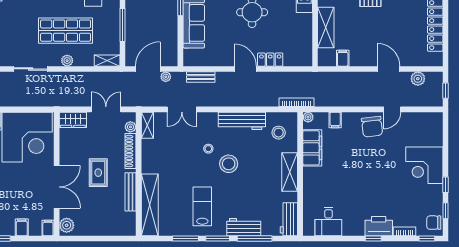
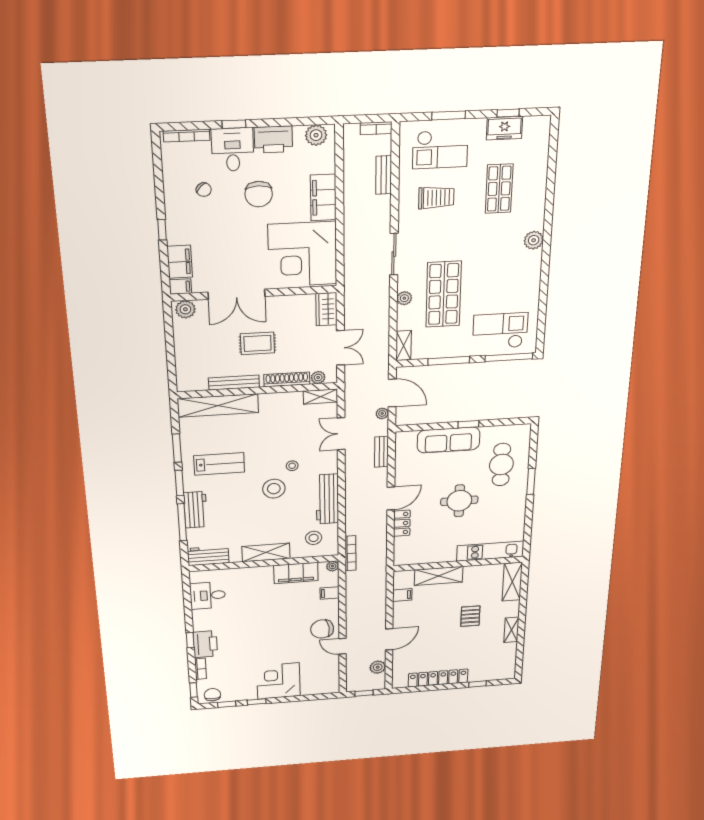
filing cabinet: (22, 227) -> (180, 262), width x2.00

